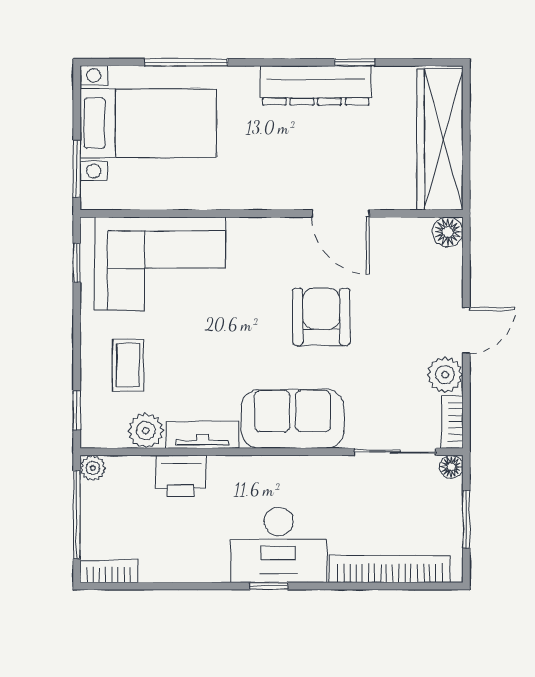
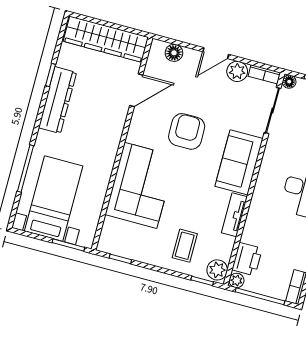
door: (341, 213) -> (136, 90), moved
floor lamp: (448, 232) -> (174, 53), moved
corner sofa: (160, 263) -> (141, 185), moved
armchair: (321, 317) -> (187, 131), turned 90
door: (466, 330) -> (216, 53), swing flipped
coffee table: (128, 365) -> (185, 246), turned 90
plant: (146, 431) -> (217, 270), moved
printer: (181, 476) -> (247, 259), moved

